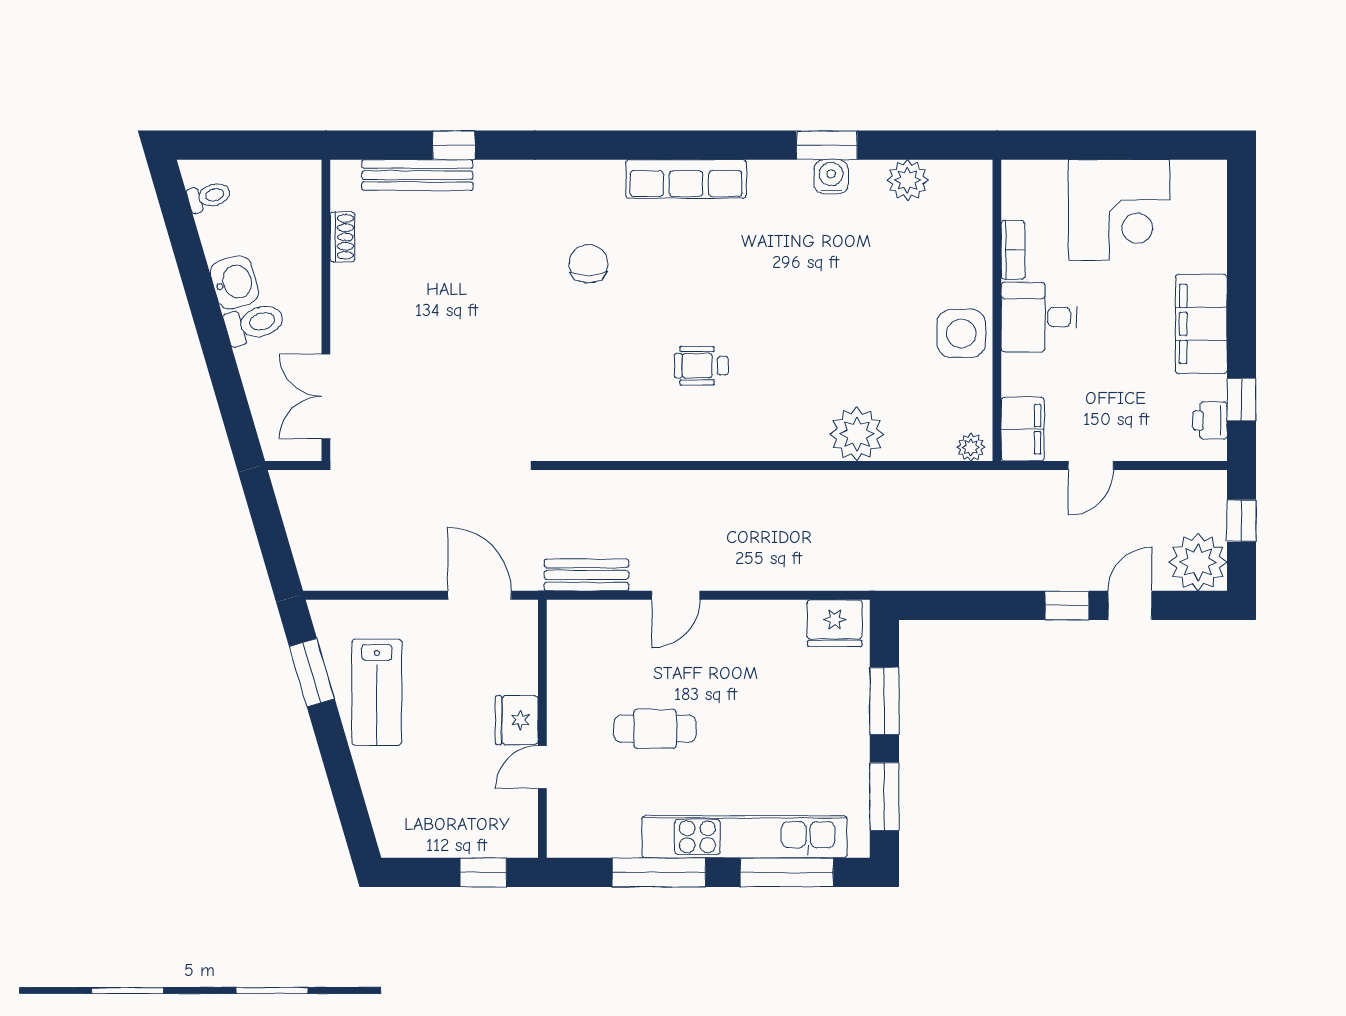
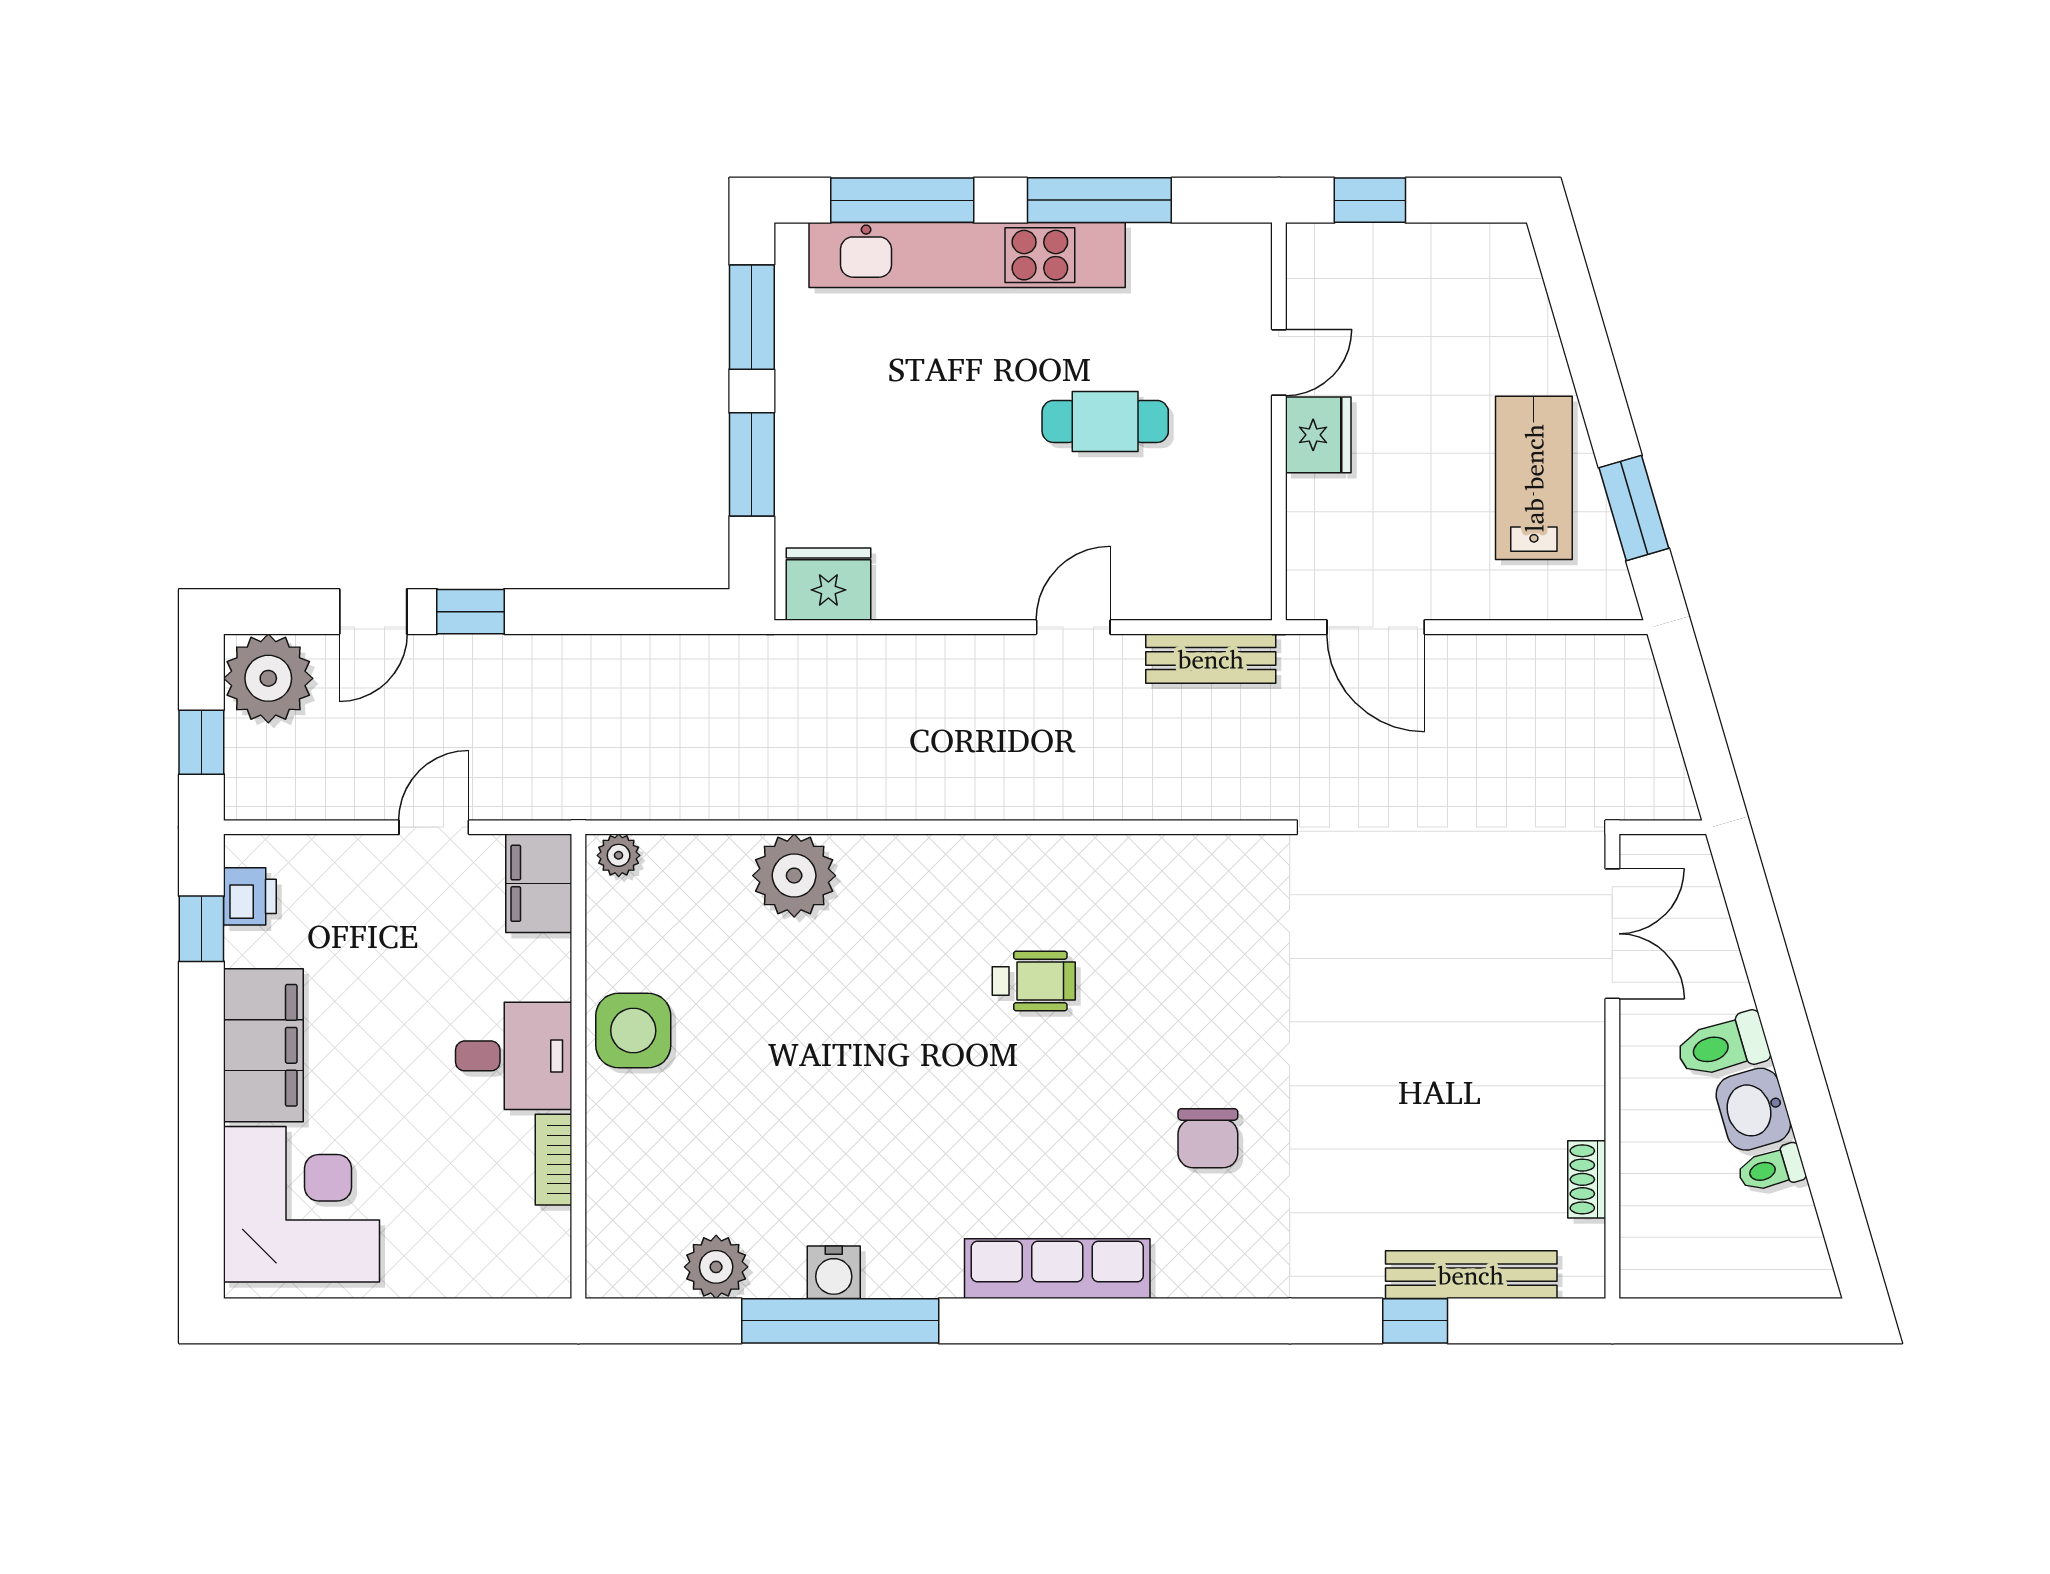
window: (827, 145) -> (840, 1321), width x2.11
toilet: (209, 196) -> (1771, 1169), moved
corner desk: (1119, 210) -> (302, 1204), moved, turned 90

